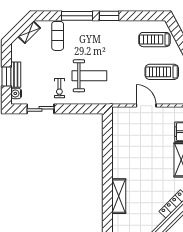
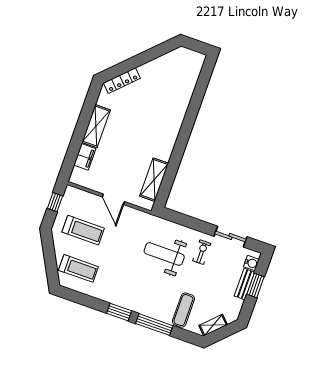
shelving: (119, 196) -> (154, 180), moved

